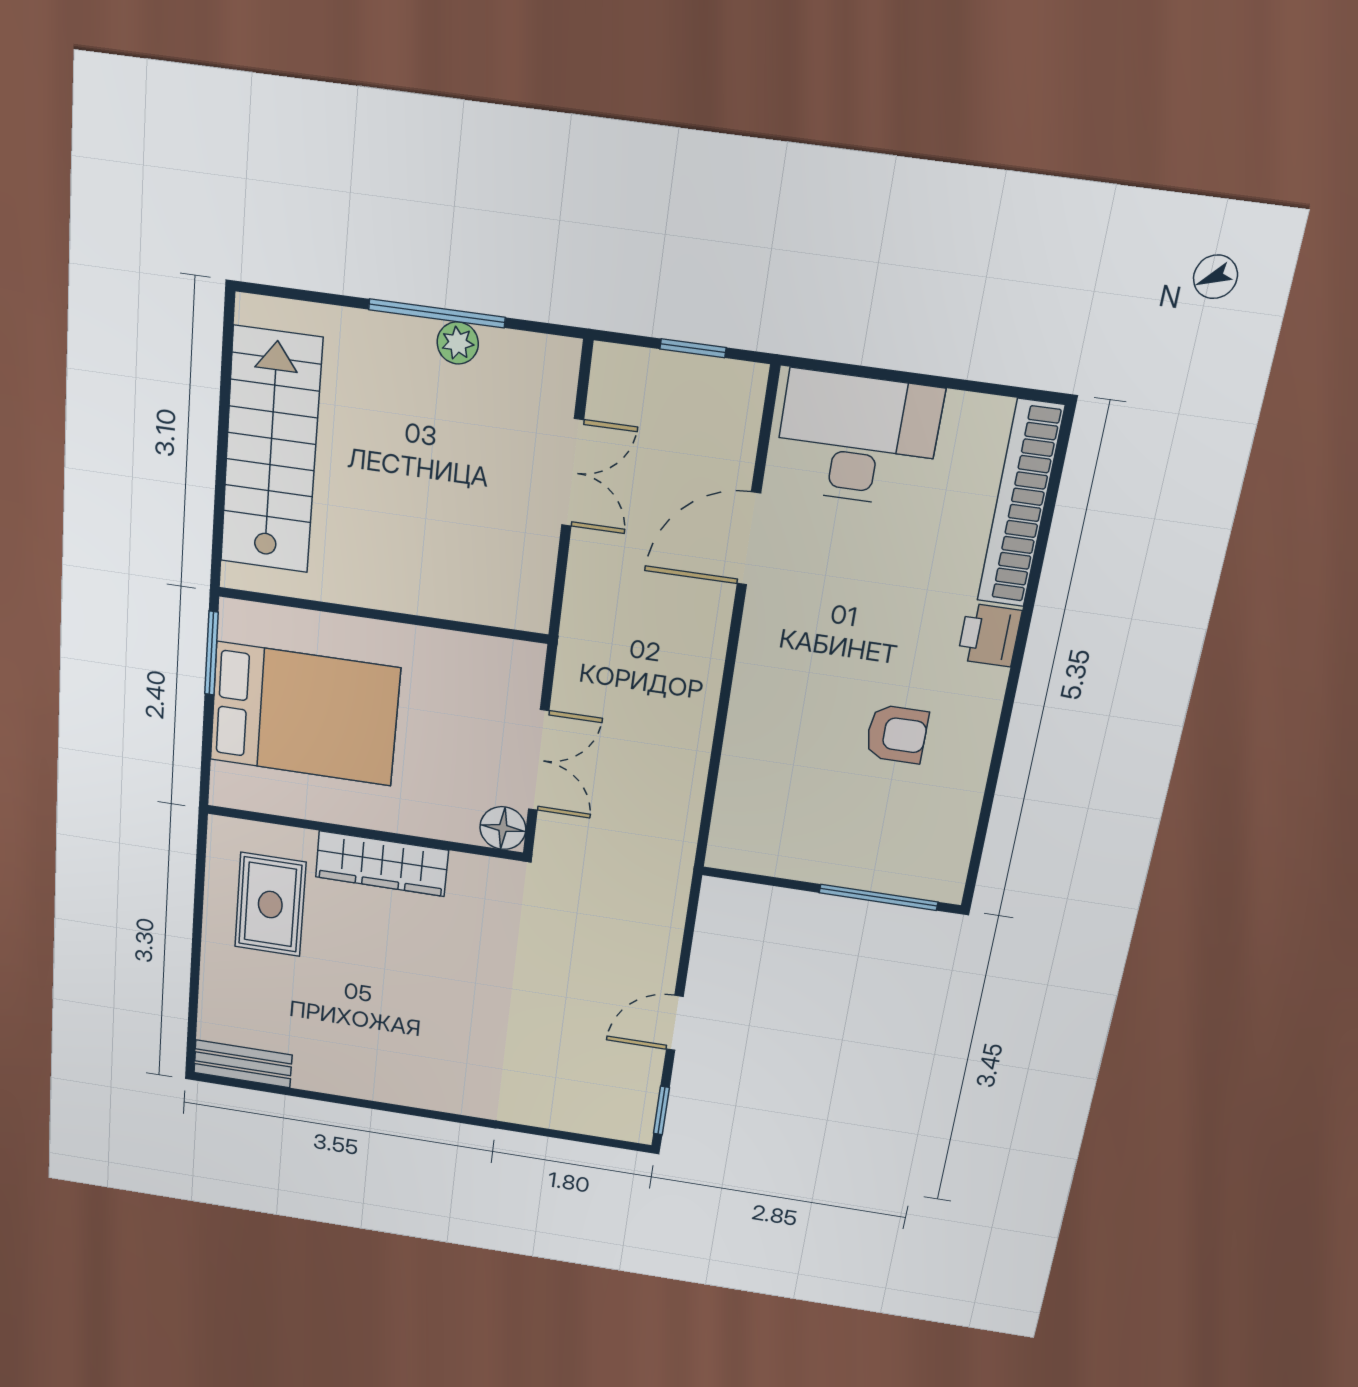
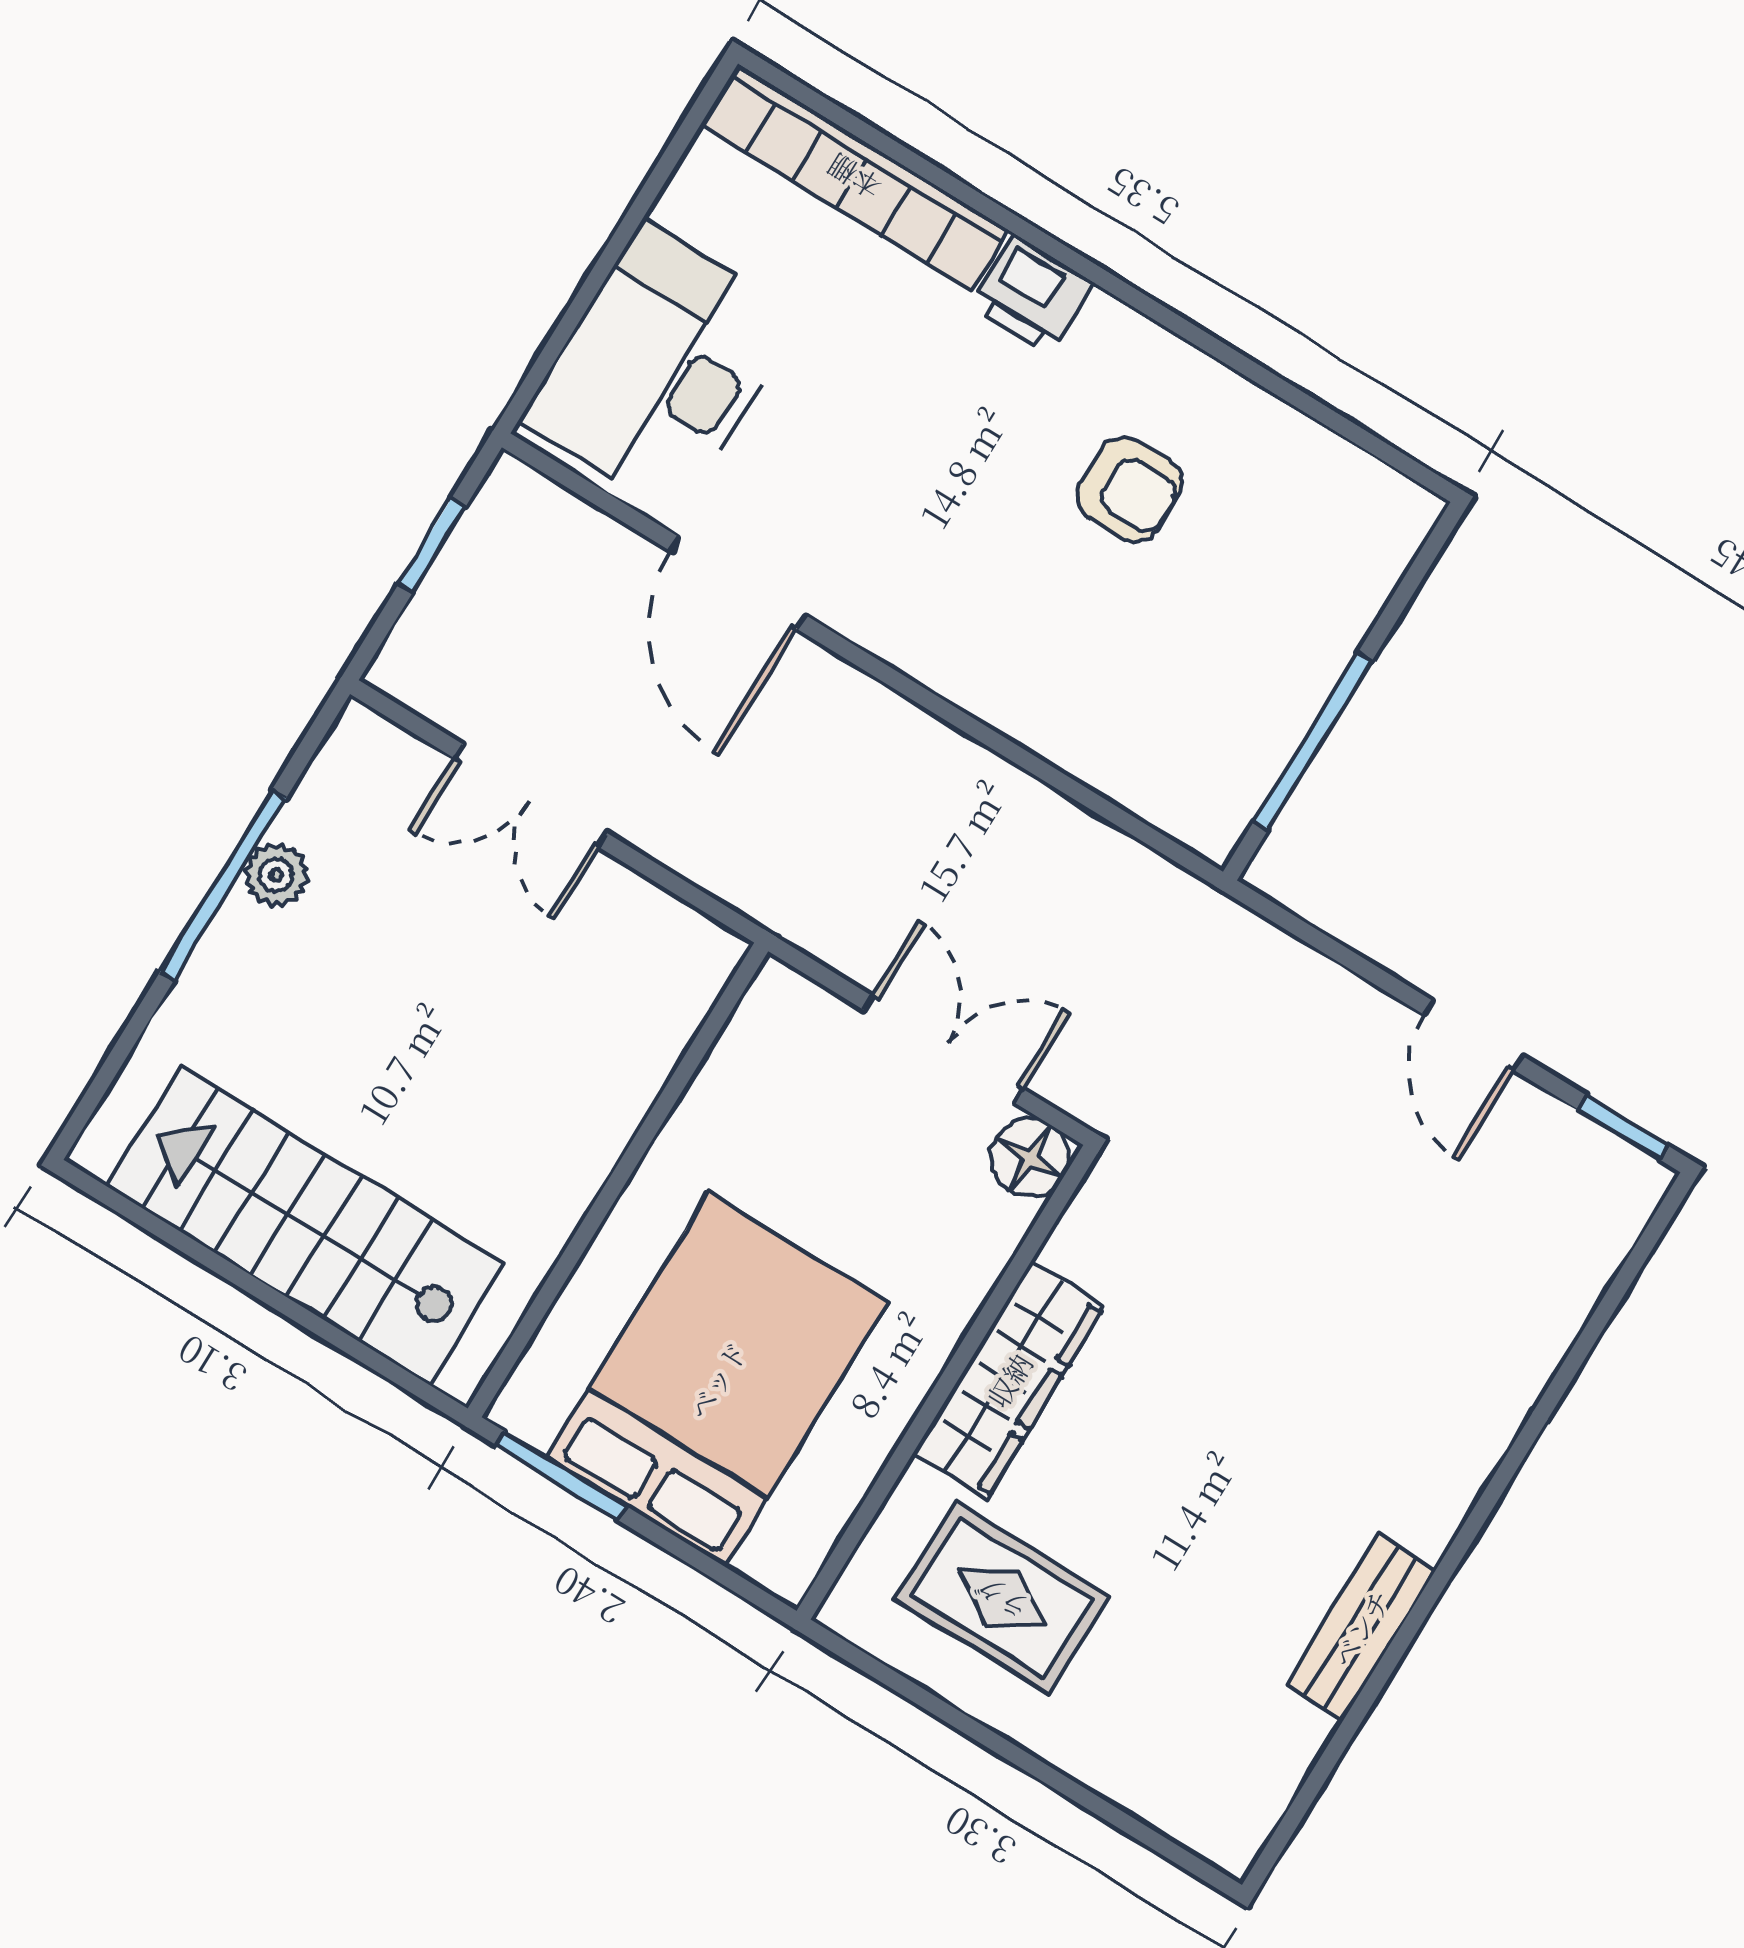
double door: (573, 473) -> (531, 796), swing flipped
armchair: (897, 734) -> (1129, 489), turned 90
window: (878, 897) -> (1313, 741), moved
bench: (243, 1064) -> (1361, 1628), moved

